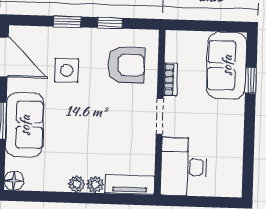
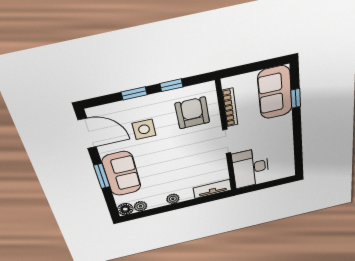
armchair: (126, 65) -> (192, 113), turned -90
bookcase: (170, 80) -> (230, 108), width x1.56
plant: (95, 185) -> (141, 206), moved

